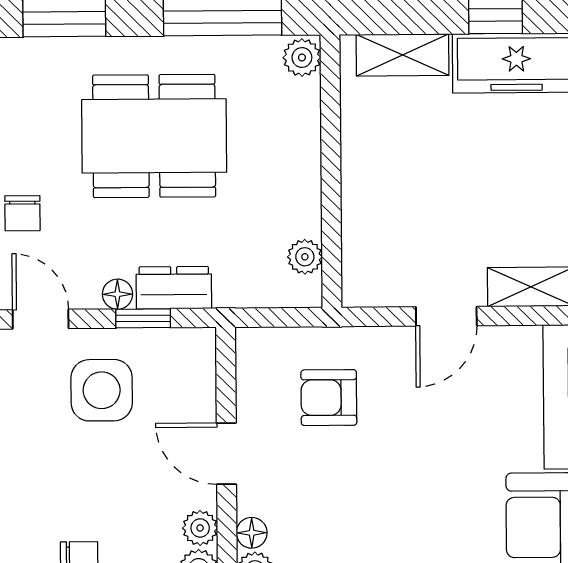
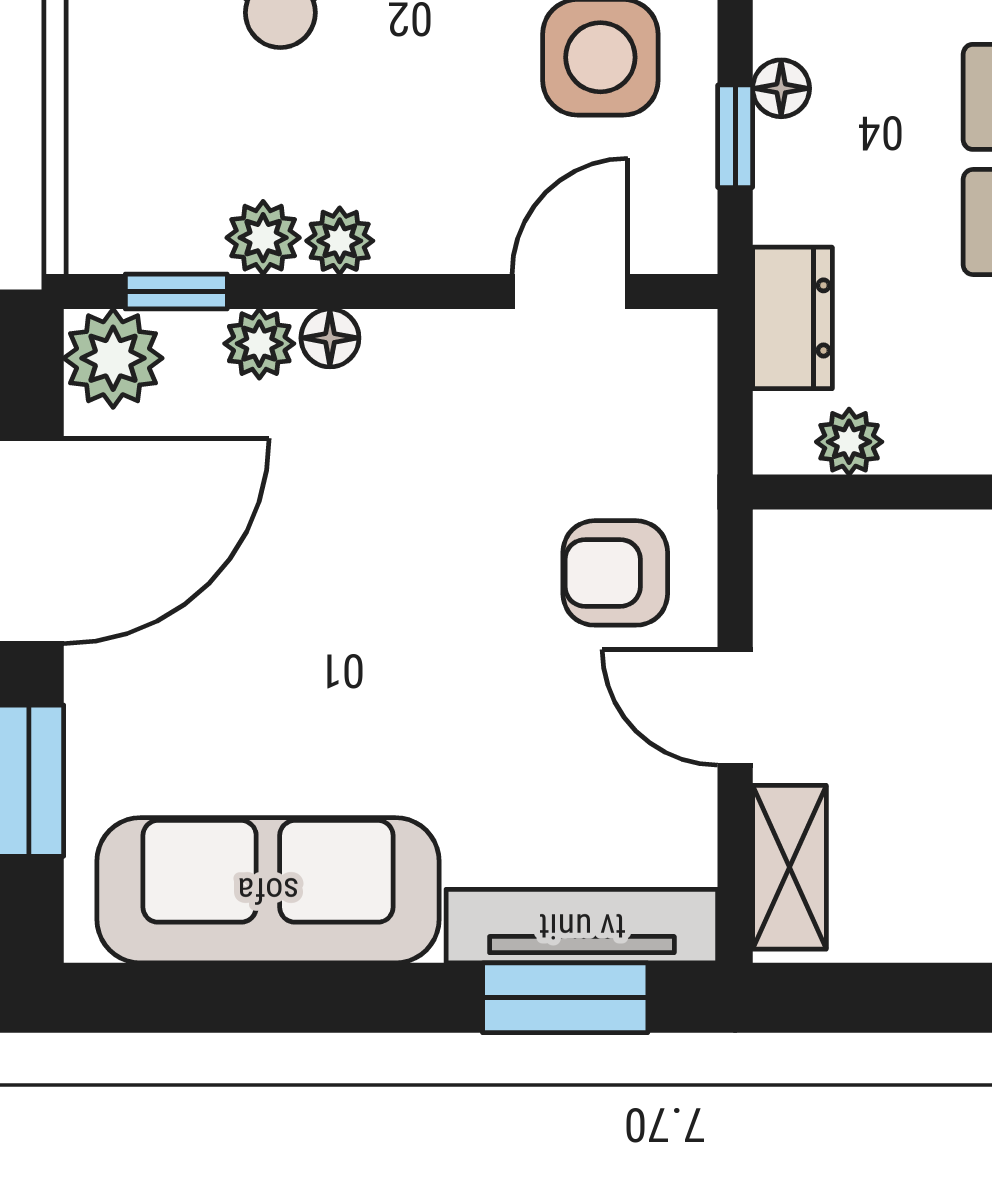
dresser: (174, 288) -> (792, 318), moved
armchair: (329, 398) -> (615, 573), moved, turned -90
door: (226, 454) -> (570, 291), moved

